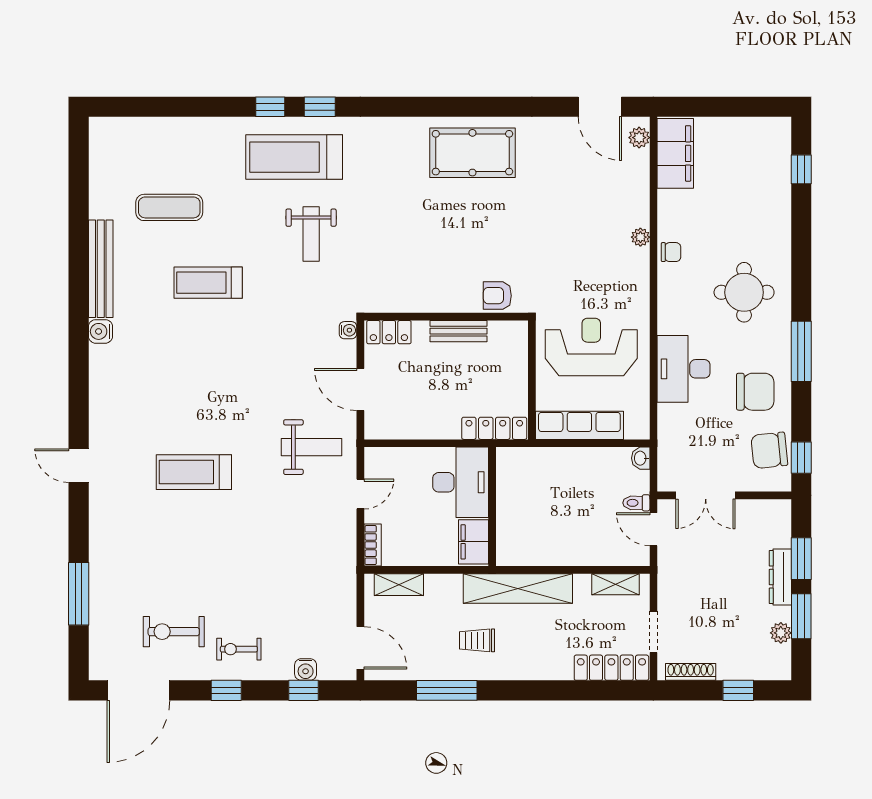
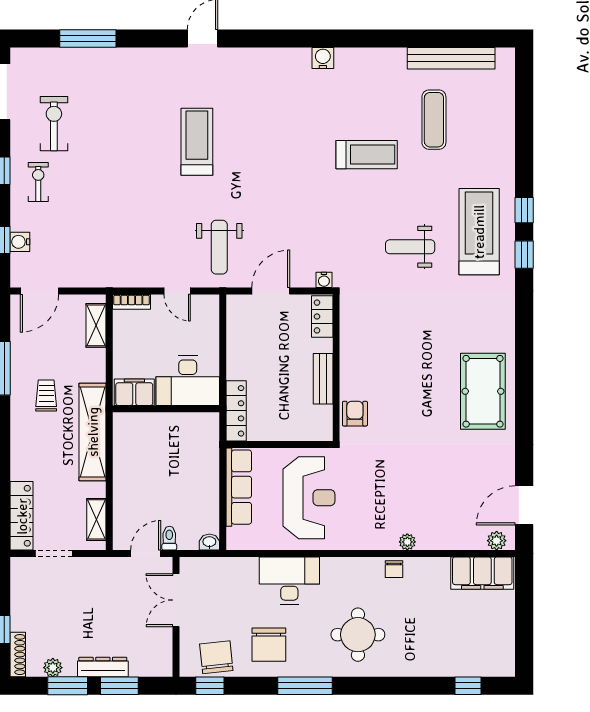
bench: (101, 269) -> (451, 58), moved
treadmill: (208, 283) -> (367, 155), turned 90
shoe rack: (691, 672) -> (18, 655), moved

